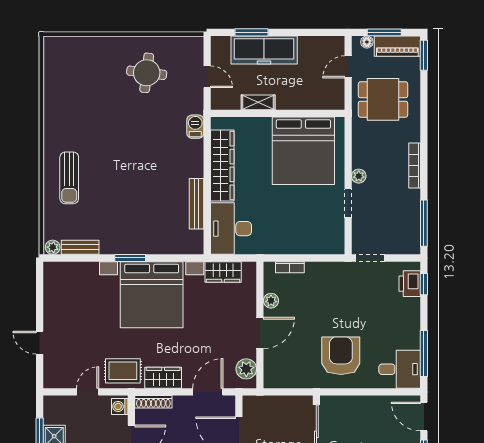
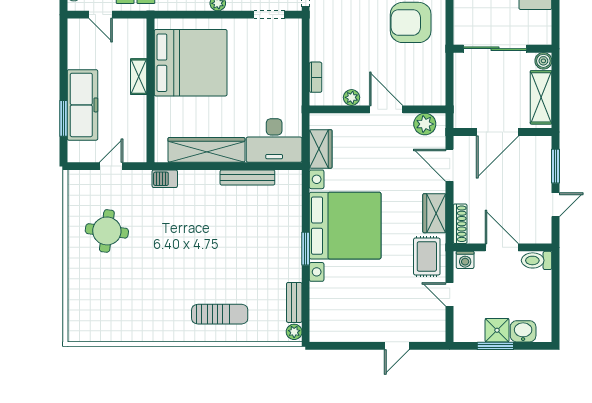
shelving: (258, 102) -> (139, 77), moved
doorway: (348, 203) -> (269, 15), moved

